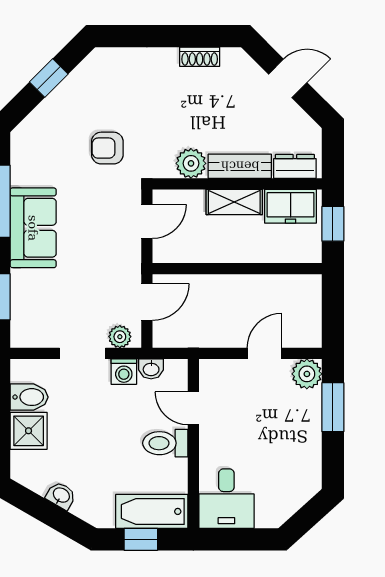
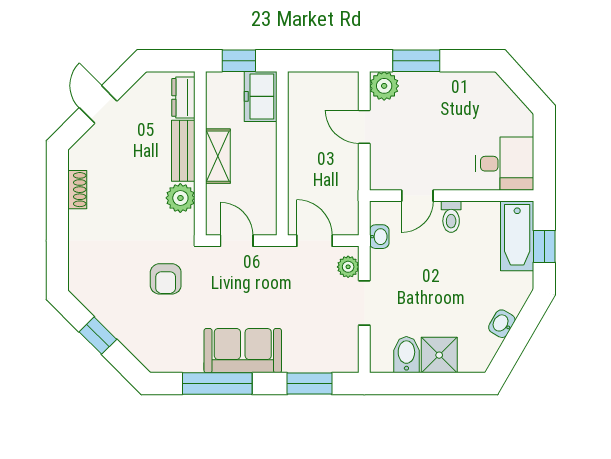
freezer: (291, 206) -> (261, 96), moved, turned 180
washing machine: (124, 372) -> (382, 263), removed
toilet: (165, 443) -> (451, 217), width x0.73, depth x0.72

